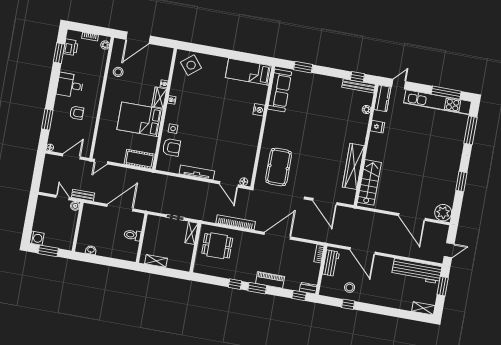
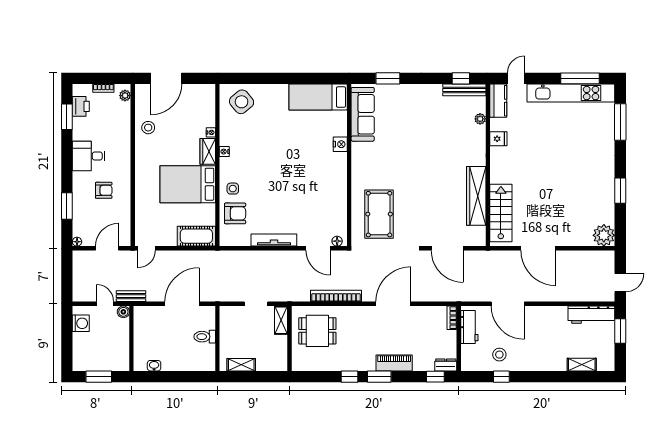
door: (412, 217) -> (538, 248), moved
washing machine: (37, 238) -> (81, 323), moved
workbench: (417, 271) -> (591, 315), width x0.73, depth x0.76
shelving: (423, 308) -> (582, 365), moved

